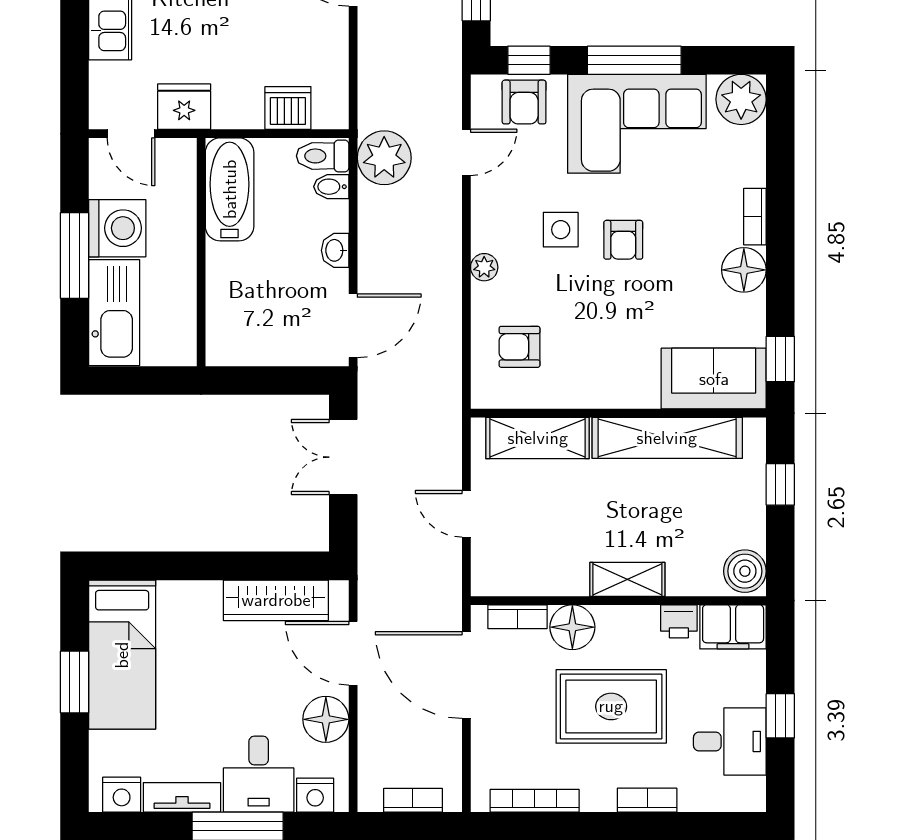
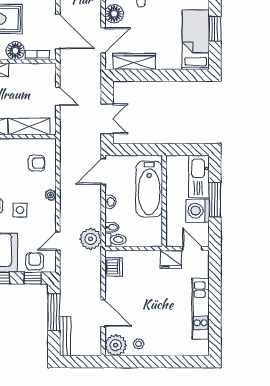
dishwasher: (288, 108) -> (113, 267), moved, turned -90
bathtub: (230, 189) -> (149, 189), moved, width x1.36, depth x1.36
door: (353, 653) -> (103, 40), hinge flipped

